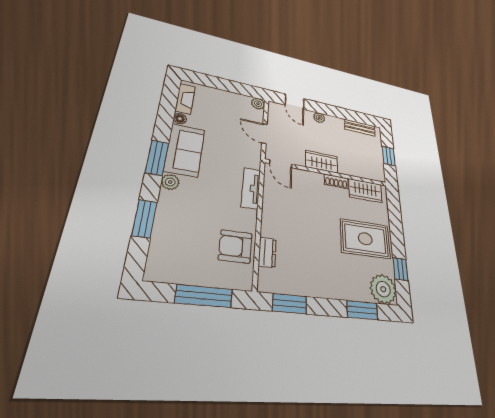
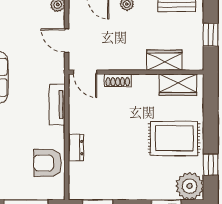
wardrobe: (322, 162) -> (164, 60), moved
shoe rack: (336, 181) -> (118, 80), moved
dresser: (267, 252) -> (76, 147), moved

